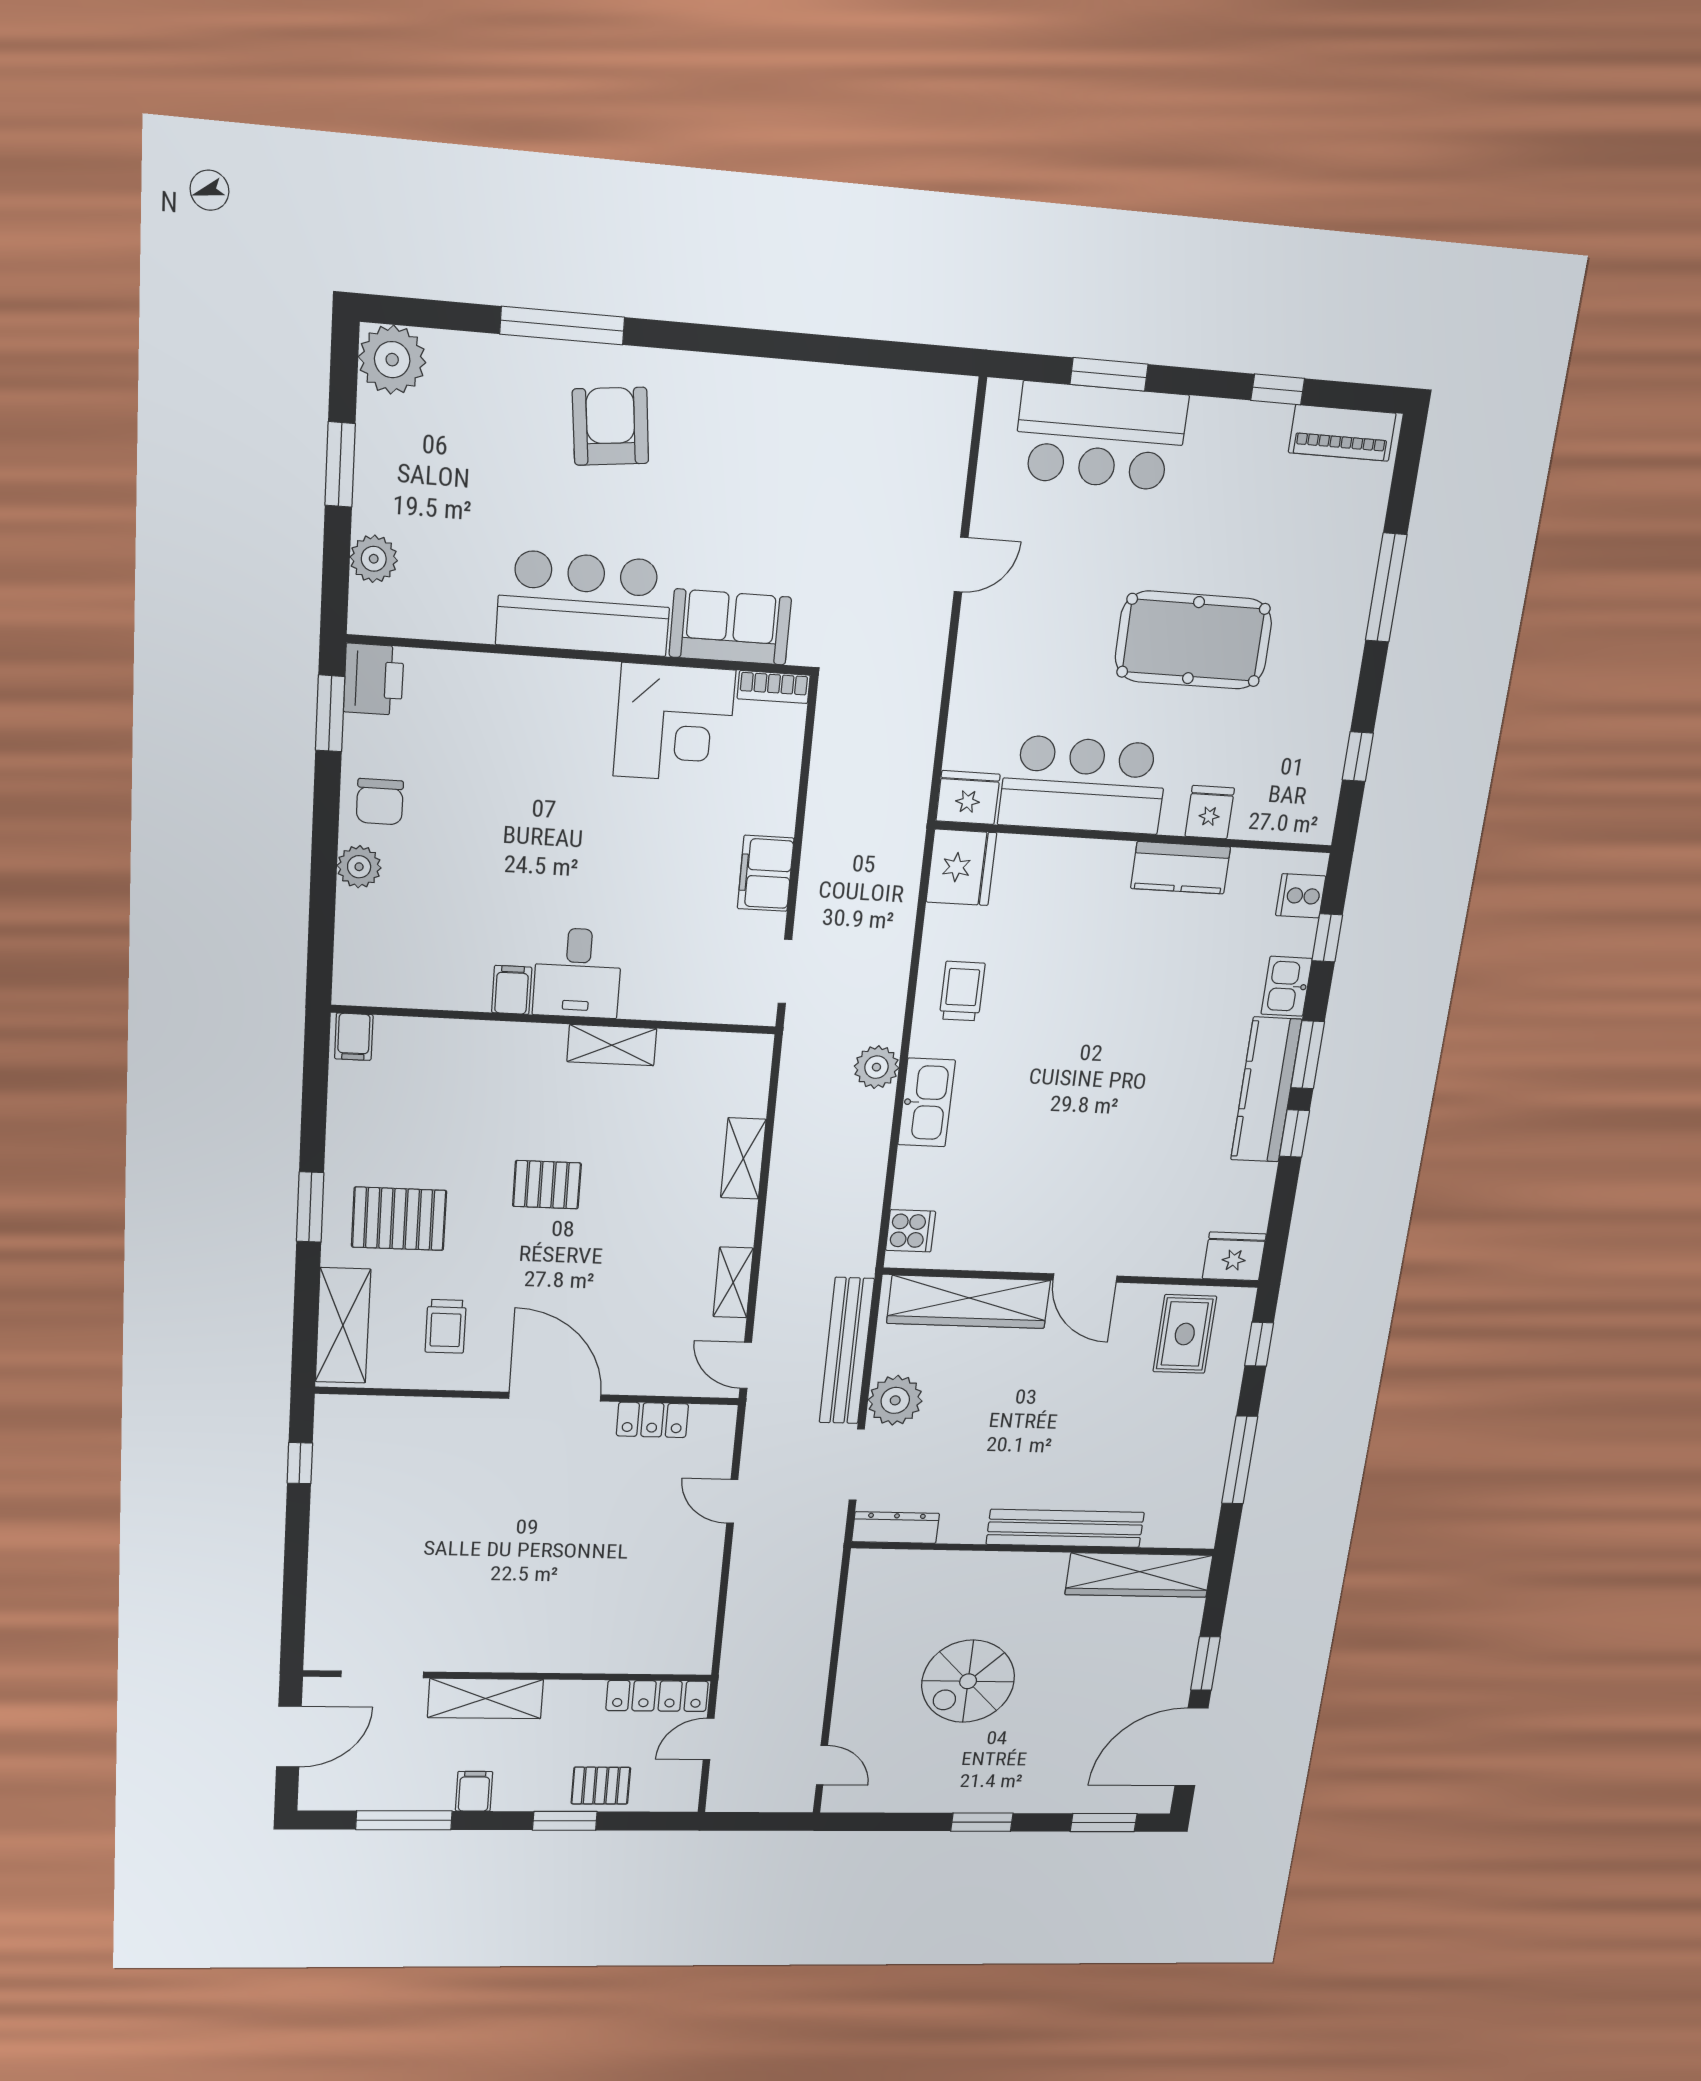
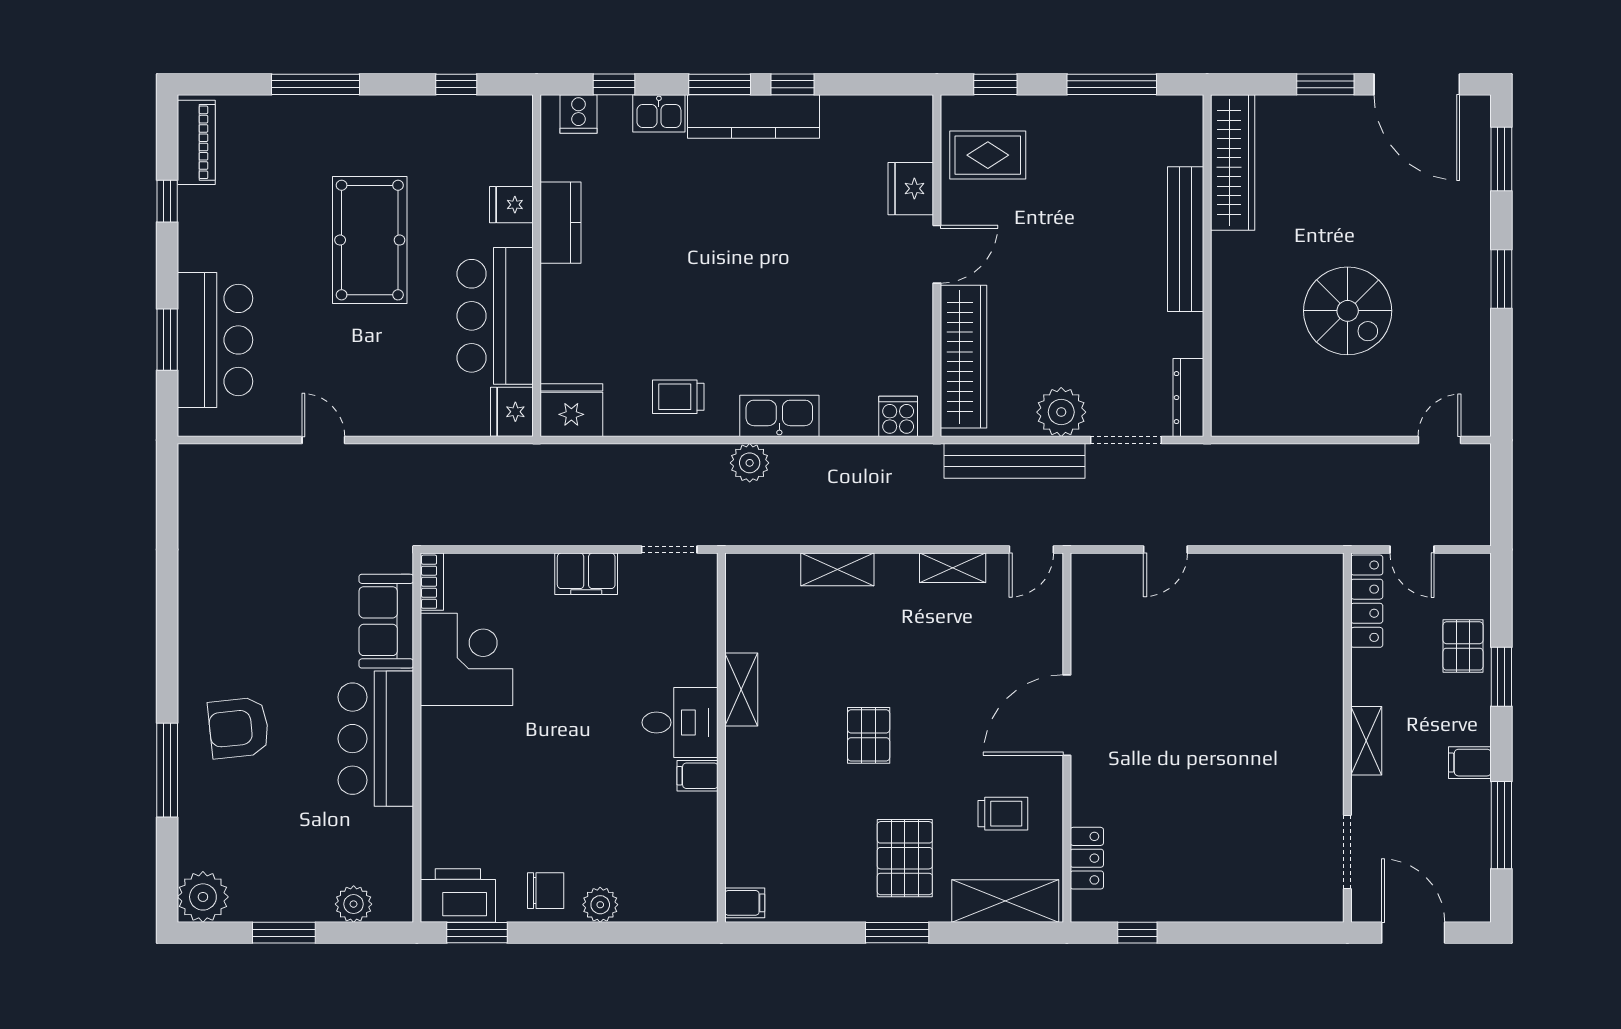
printer: (374, 679) -> (458, 896), width x1.37, depth x1.19
fridge: (1234, 1256) -> (911, 189), moved
locker: (652, 1420) -> (1087, 858), moved
shelving: (485, 1699) -> (1366, 741), width x0.67, depth x0.75

